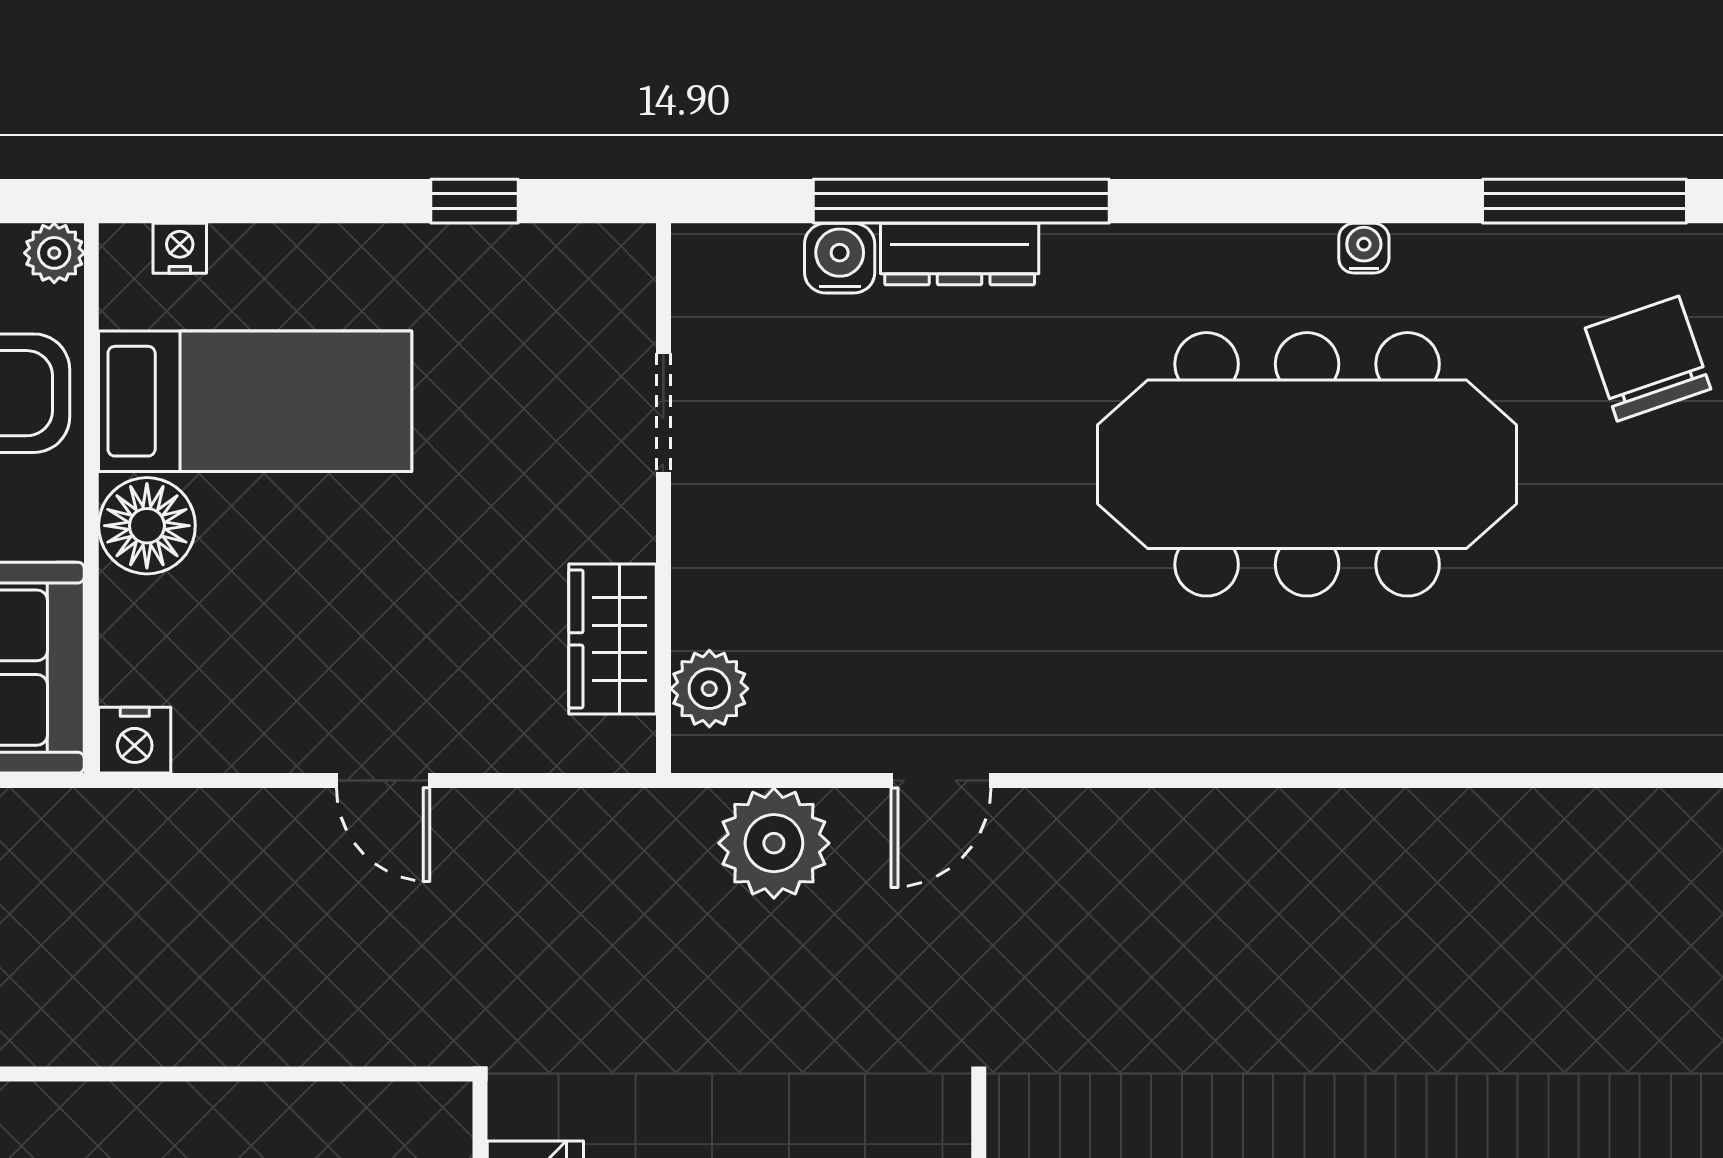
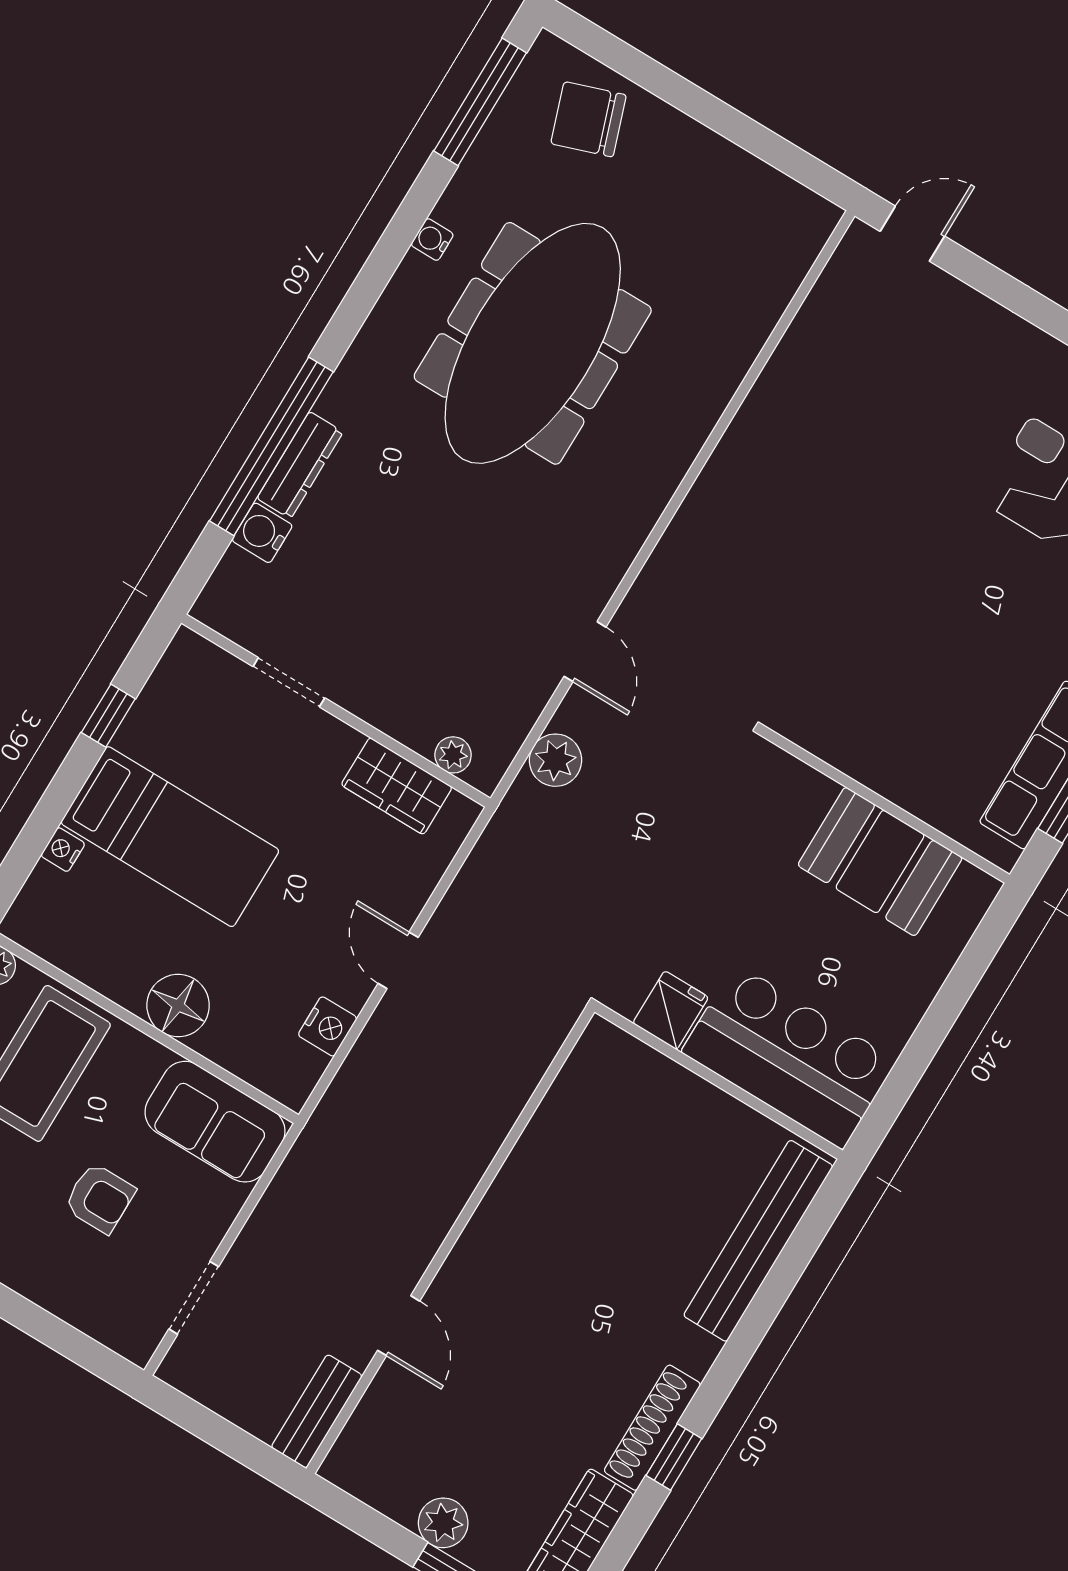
nightstand: (180, 248) -> (63, 850), moved
bed: (255, 401) -> (170, 837), moved, turned 90
plant: (709, 689) -> (453, 755), width x0.73, depth x0.73
nightstand: (135, 740) -> (328, 1026), moved
door: (383, 781) -> (398, 960), swing flipped
plant: (774, 843) -> (555, 760), width x0.73, depth x0.73

